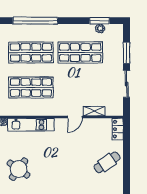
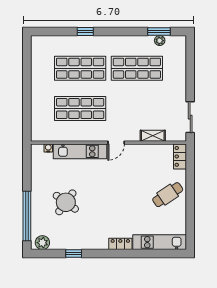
window: (35, 21) -> (85, 32), width x0.32
window: (127, 53) -> (190, 69), removed
sliding door: (127, 84) -> (190, 117), moved
door: (75, 117) -> (116, 143), moved

